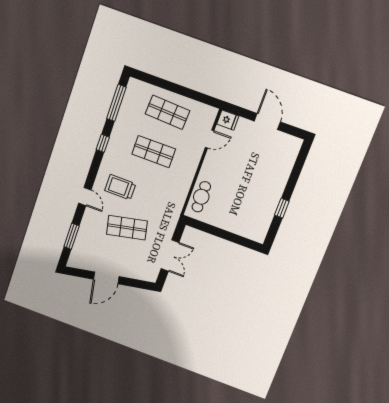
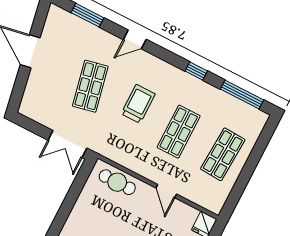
door: (210, 139) -> (166, 191), moved
trolley: (120, 187) -> (138, 104), moved
double door: (170, 256) -> (67, 144), moved

